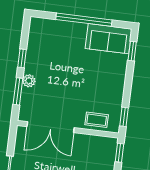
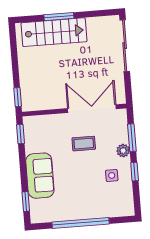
sofa: (109, 39) -> (40, 176), moved, turned 90
side table: (45, 59) -> (112, 175), added
coffee table: (97, 120) -> (84, 144), moved

